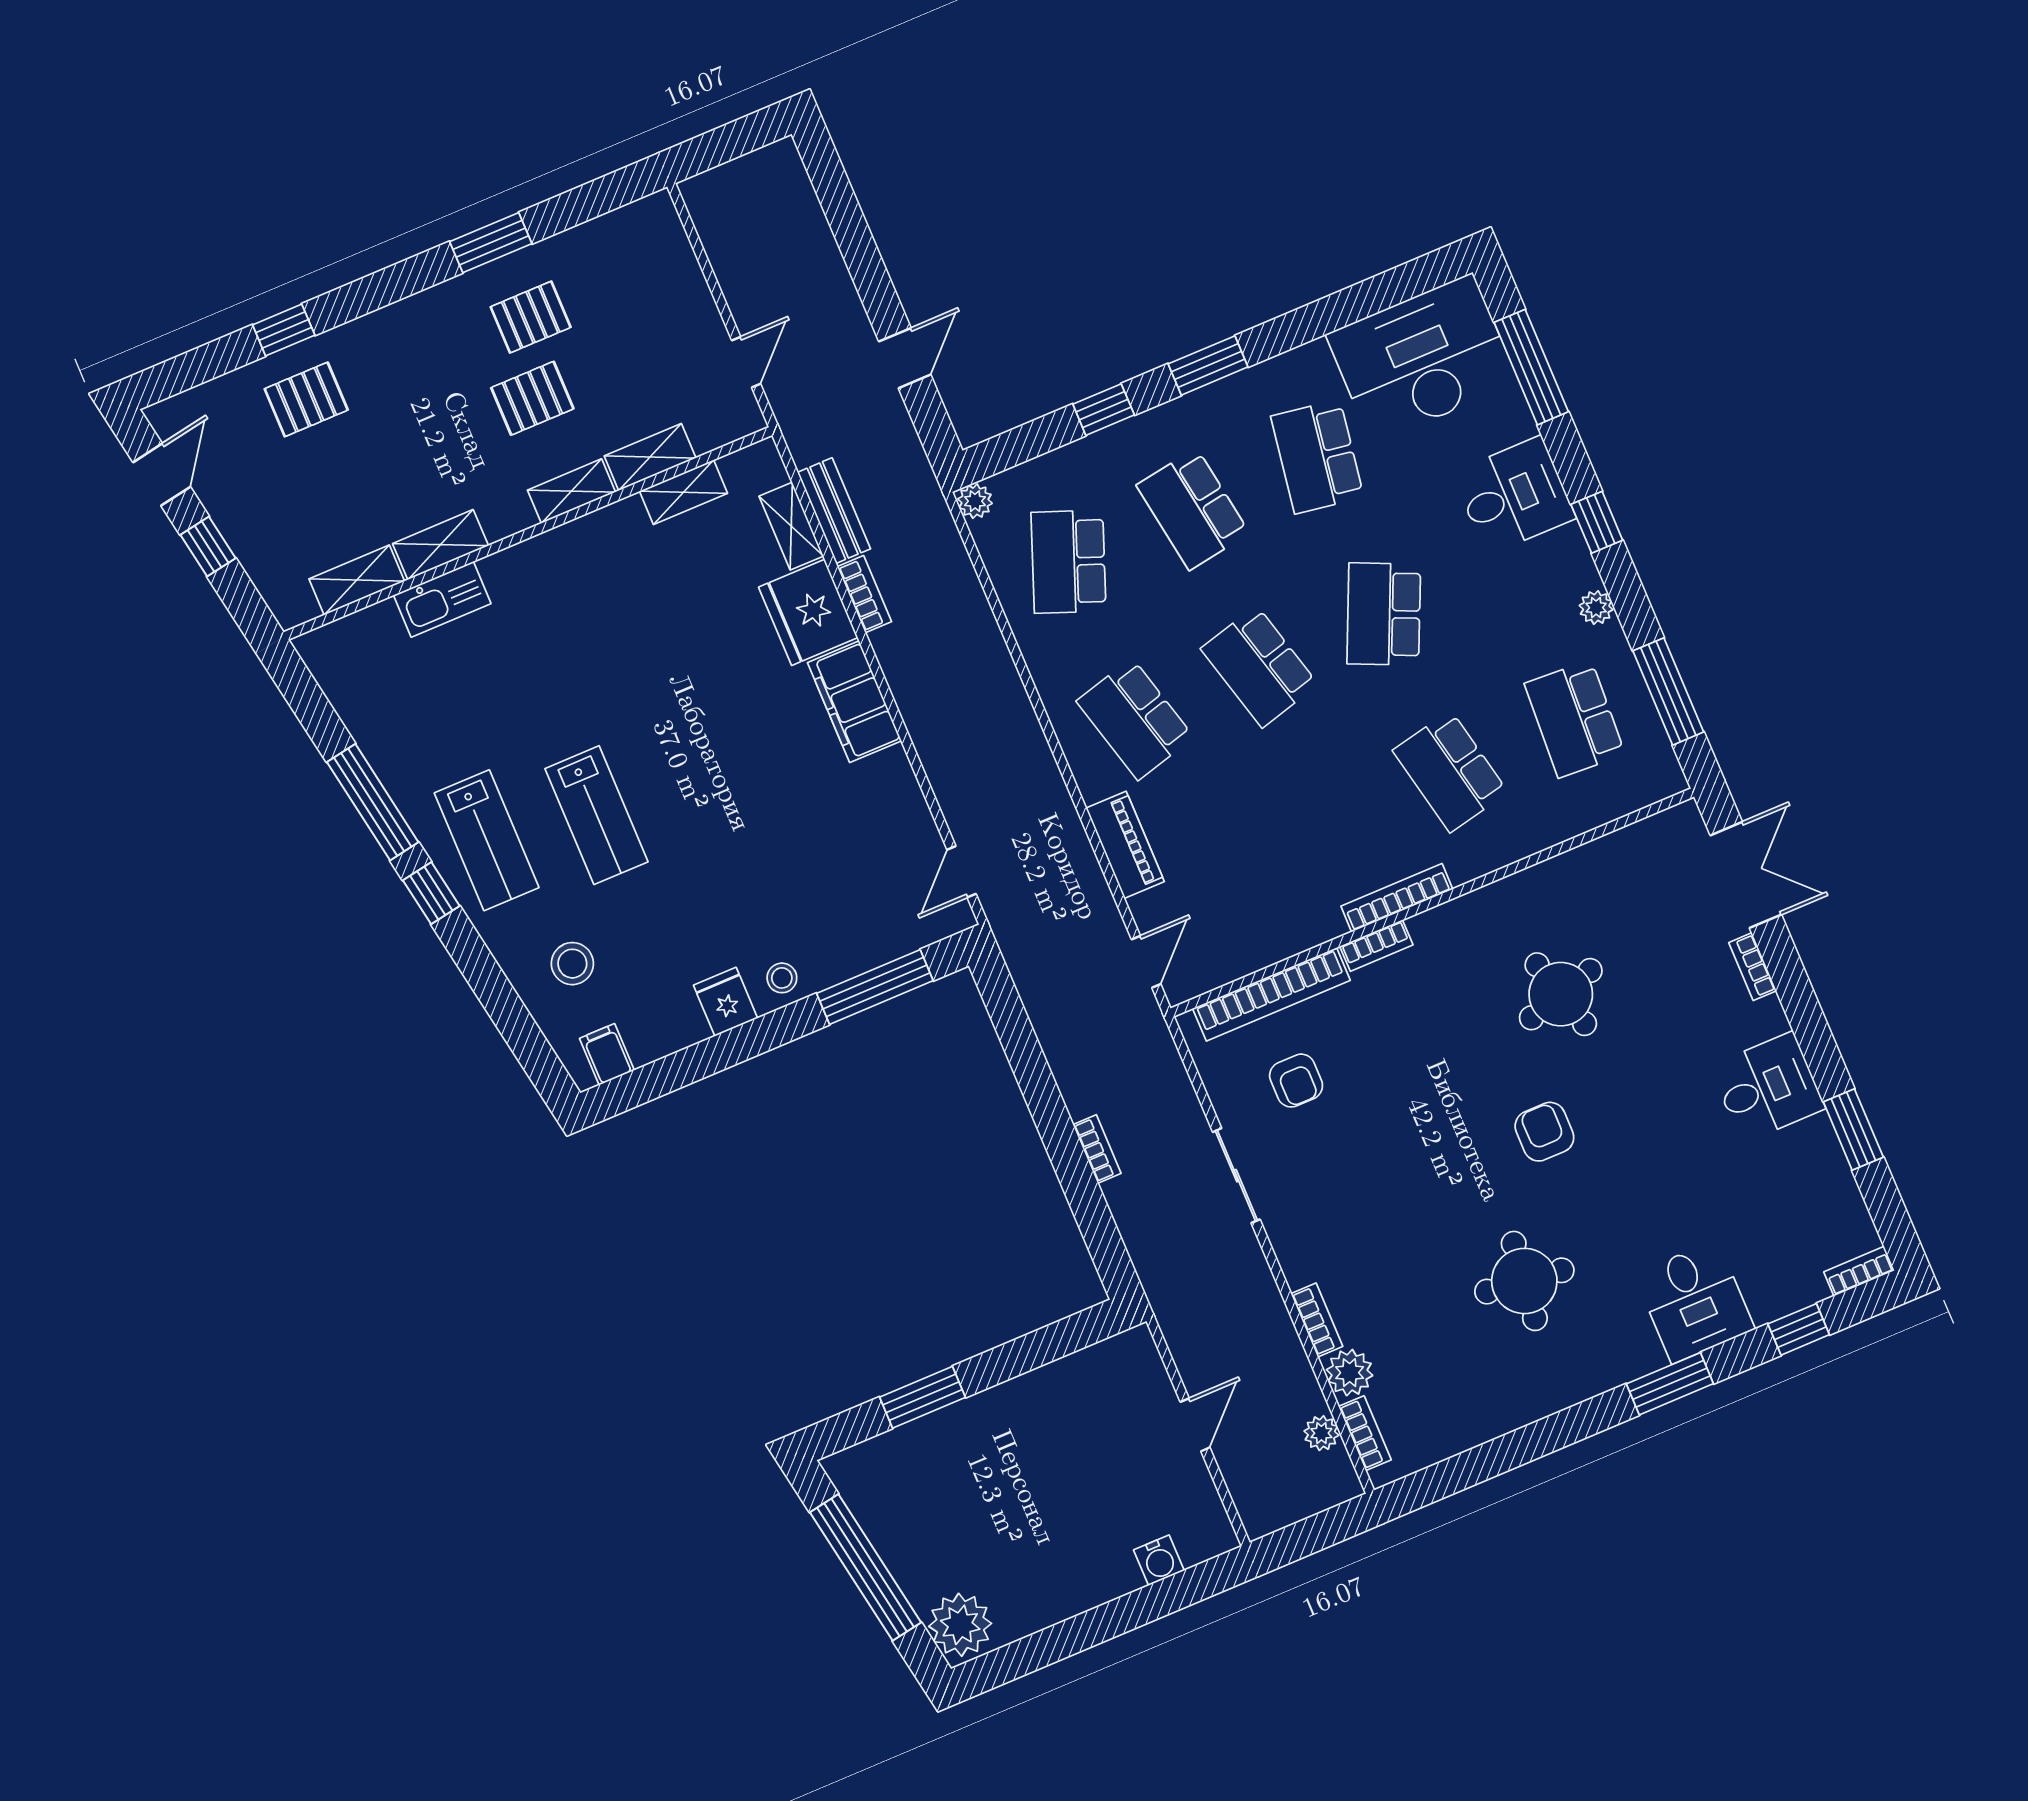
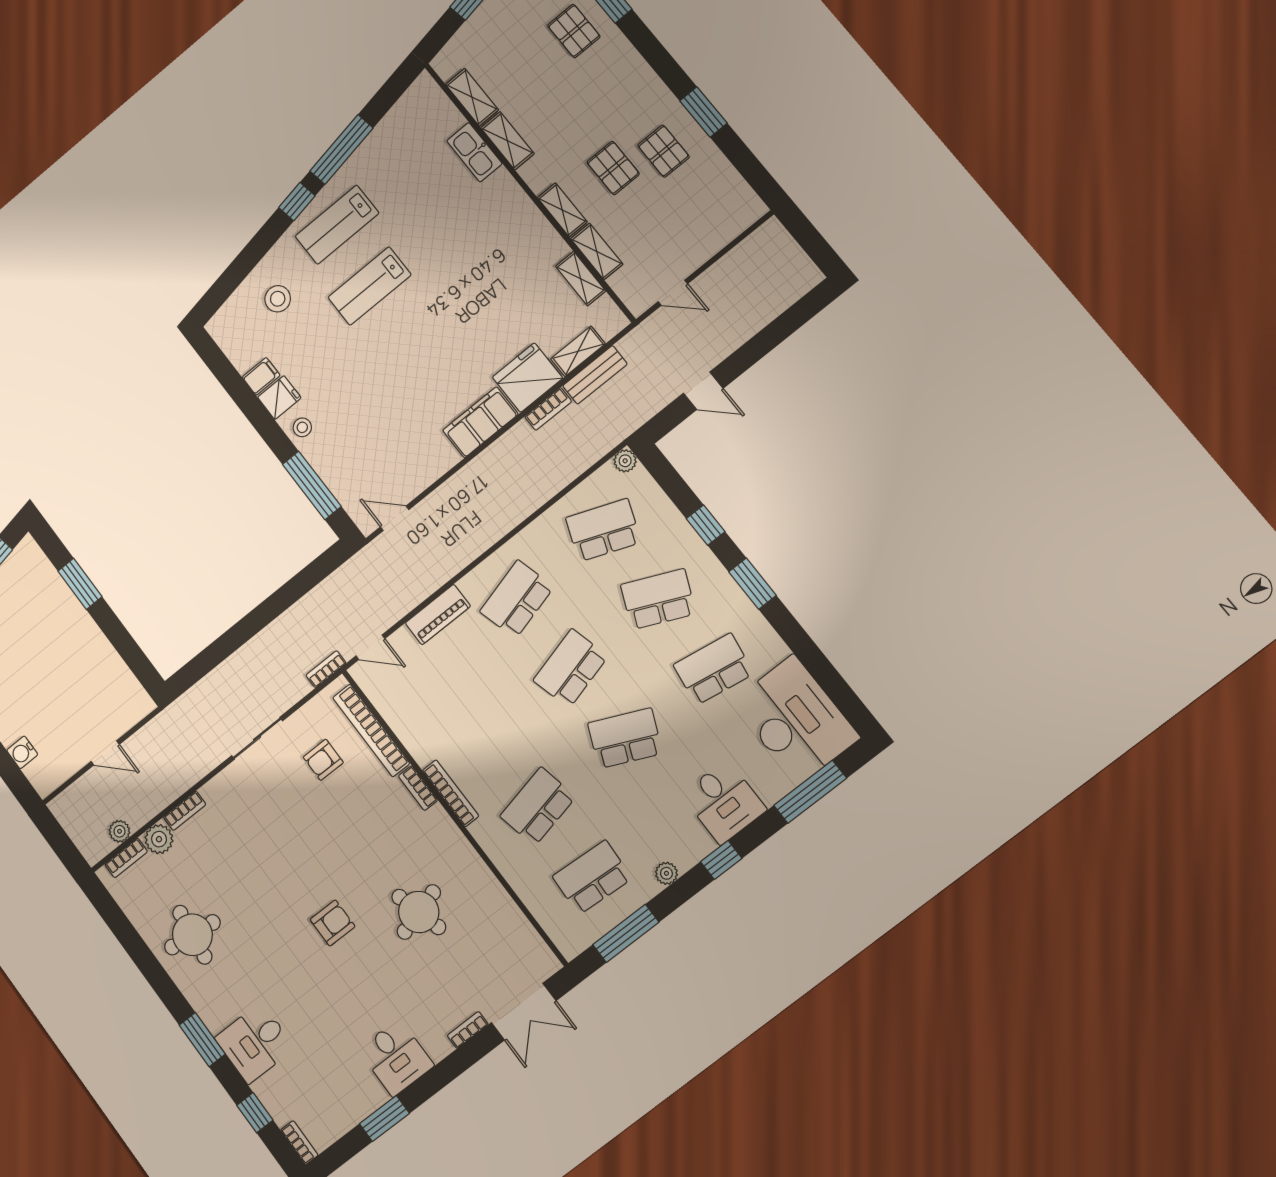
school desk: (1193, 509) -> (658, 599), turned 33
filing cabinet: (607, 1054) -> (261, 376), moved
bookcase: (1097, 1149) -> (326, 669), moved, turned 180
round table: (1524, 1281) -> (192, 935), moved

